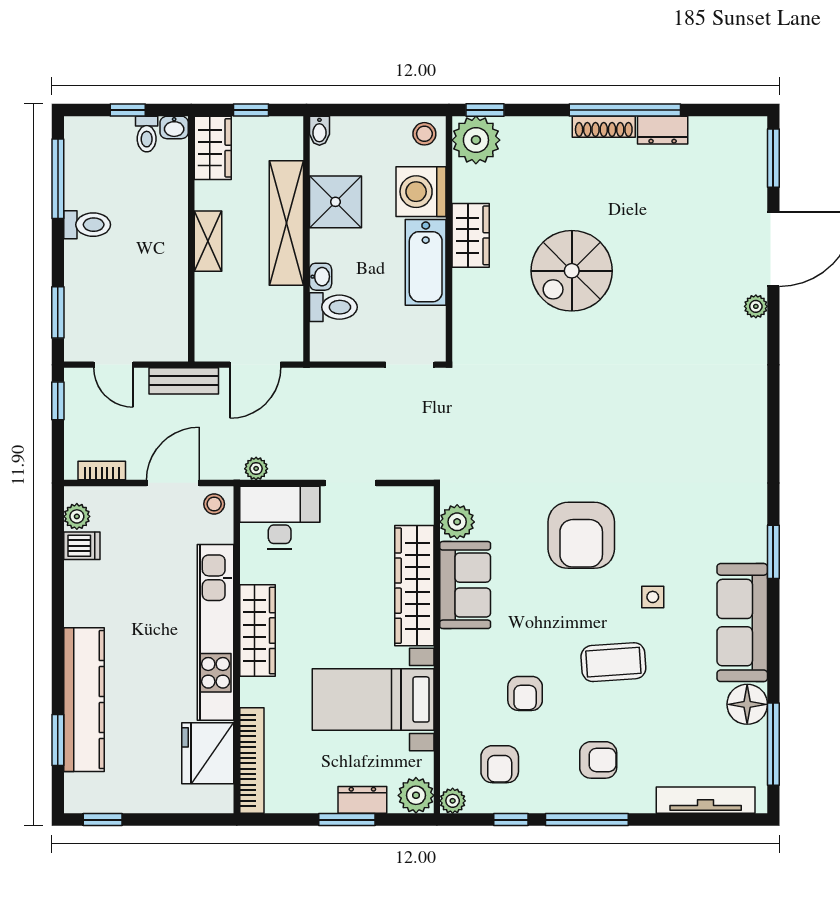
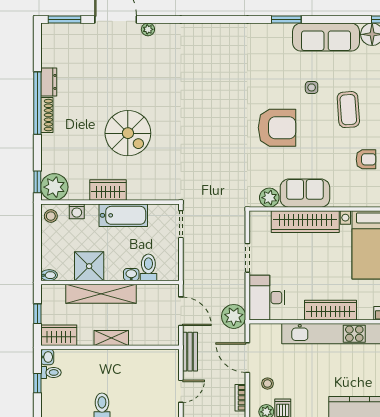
washing machine: (421, 192) -> (77, 211), width x0.53, depth x0.53
plant: (256, 469) -> (234, 316), width x1.88, depth x1.88
stool: (214, 504) -> (267, 384), moved

